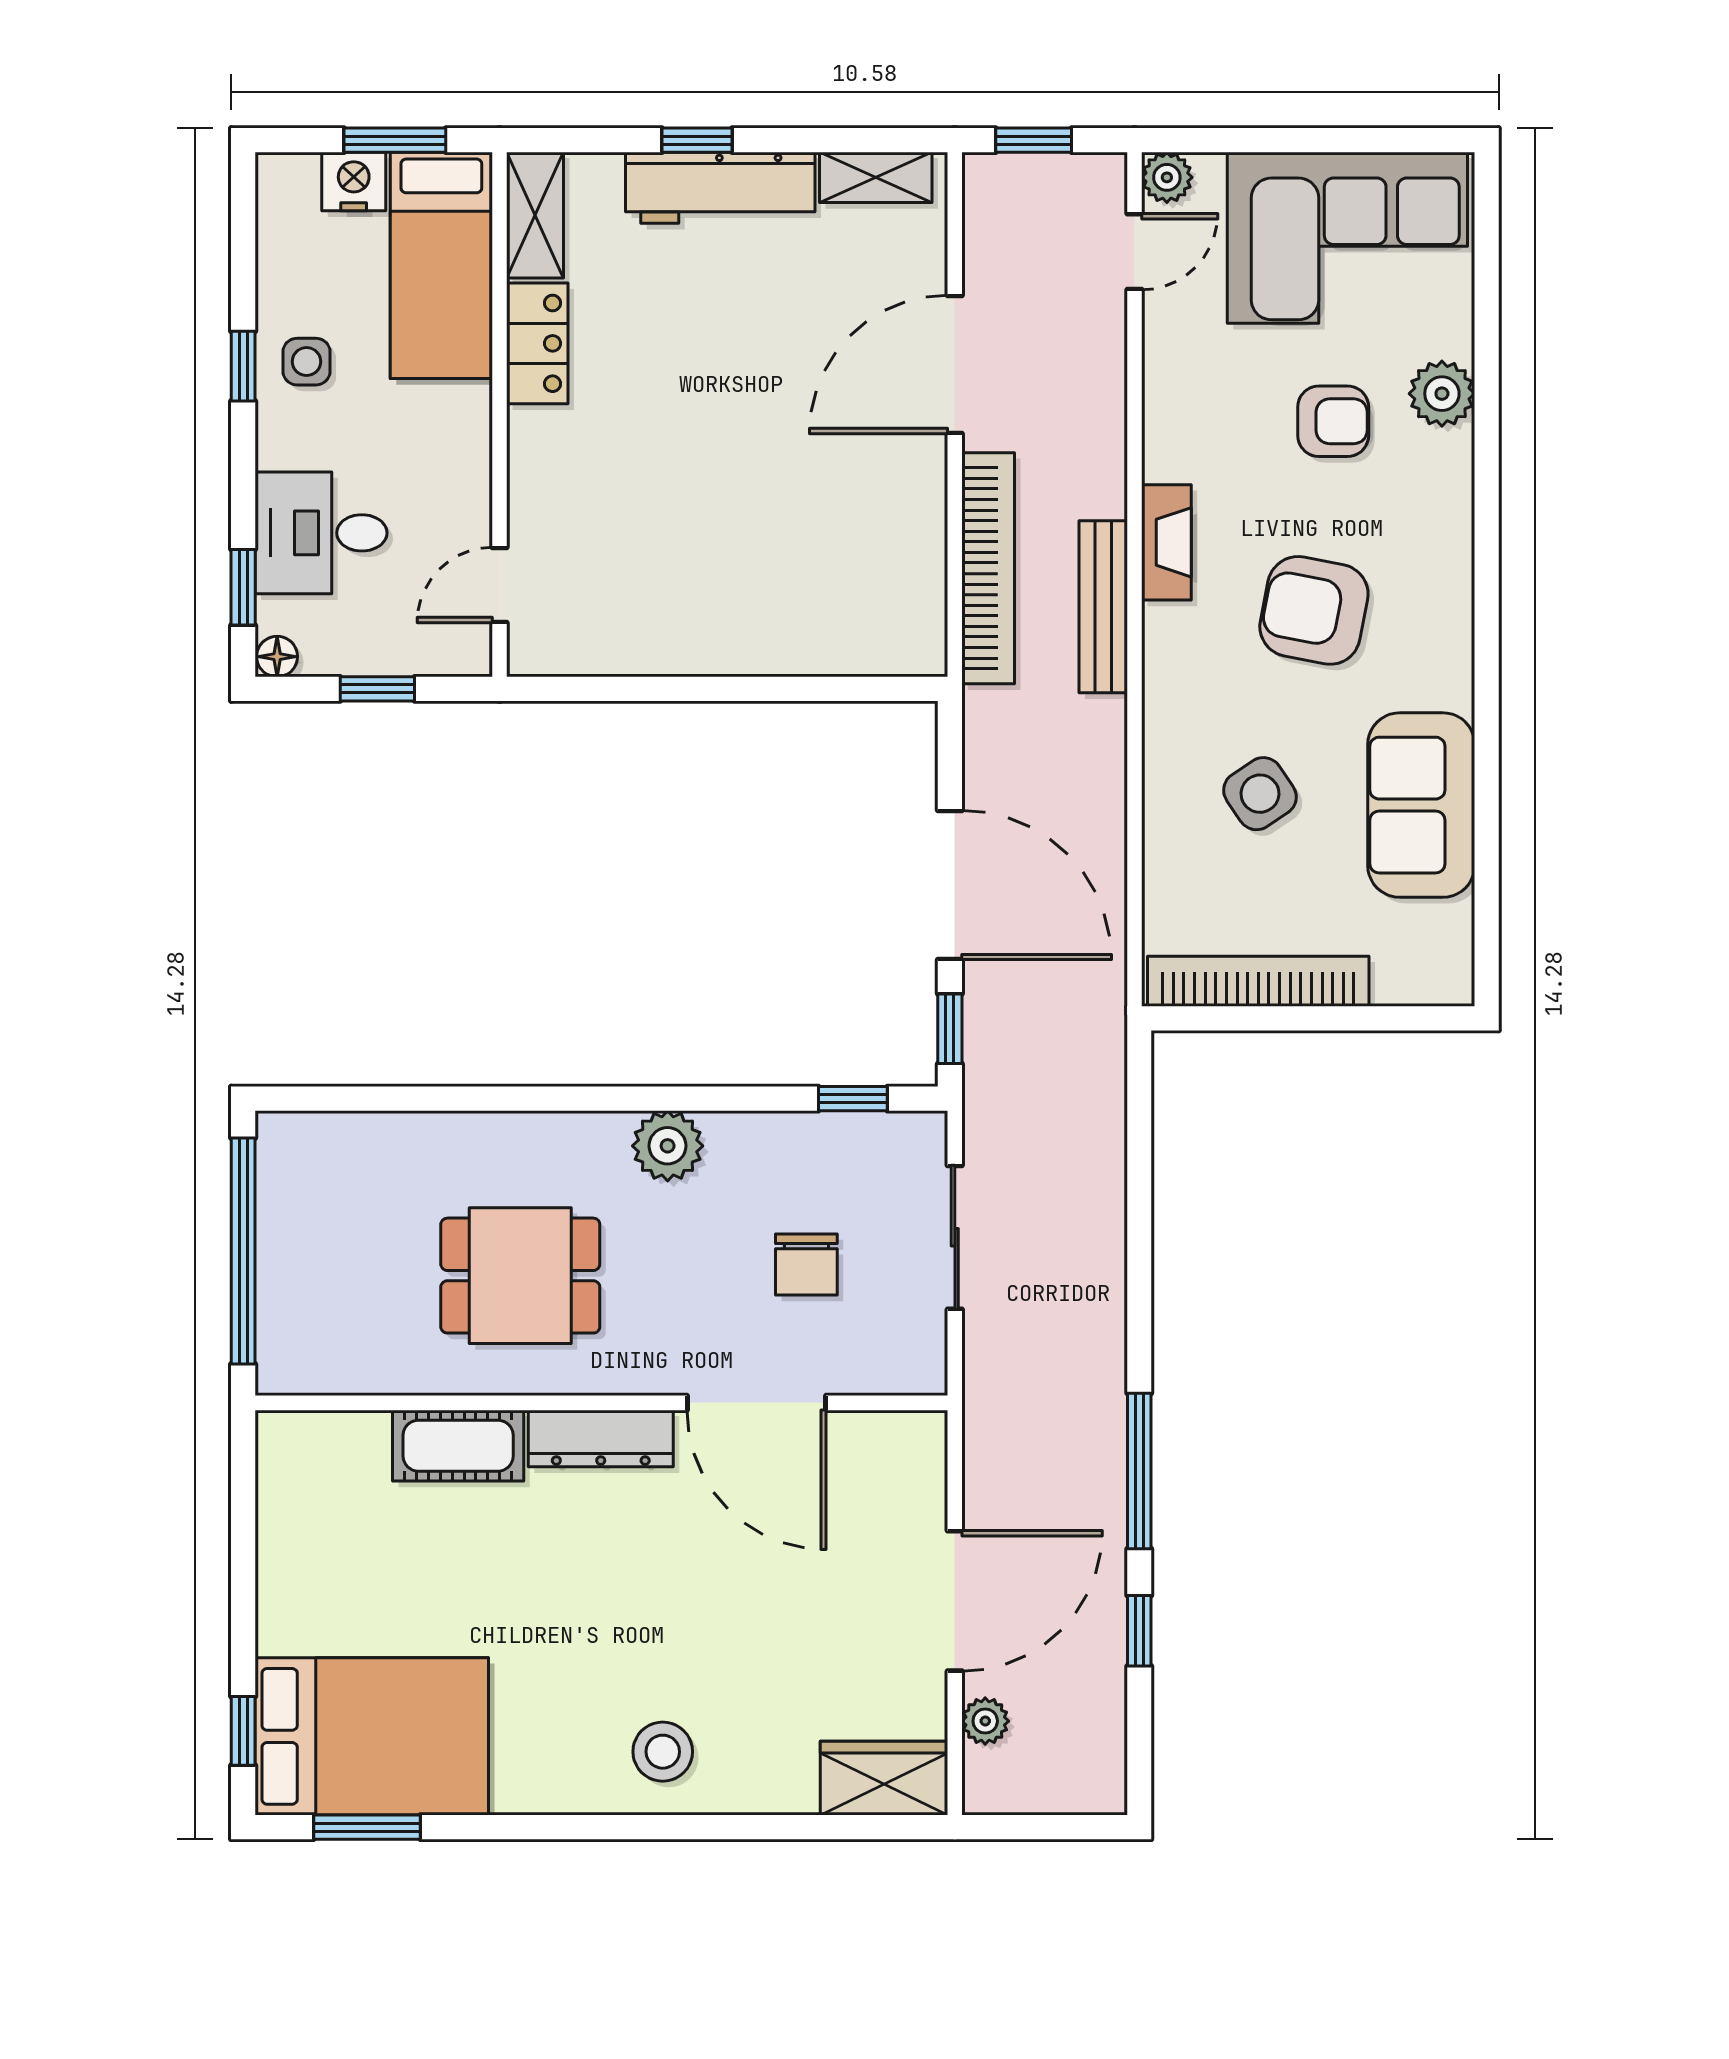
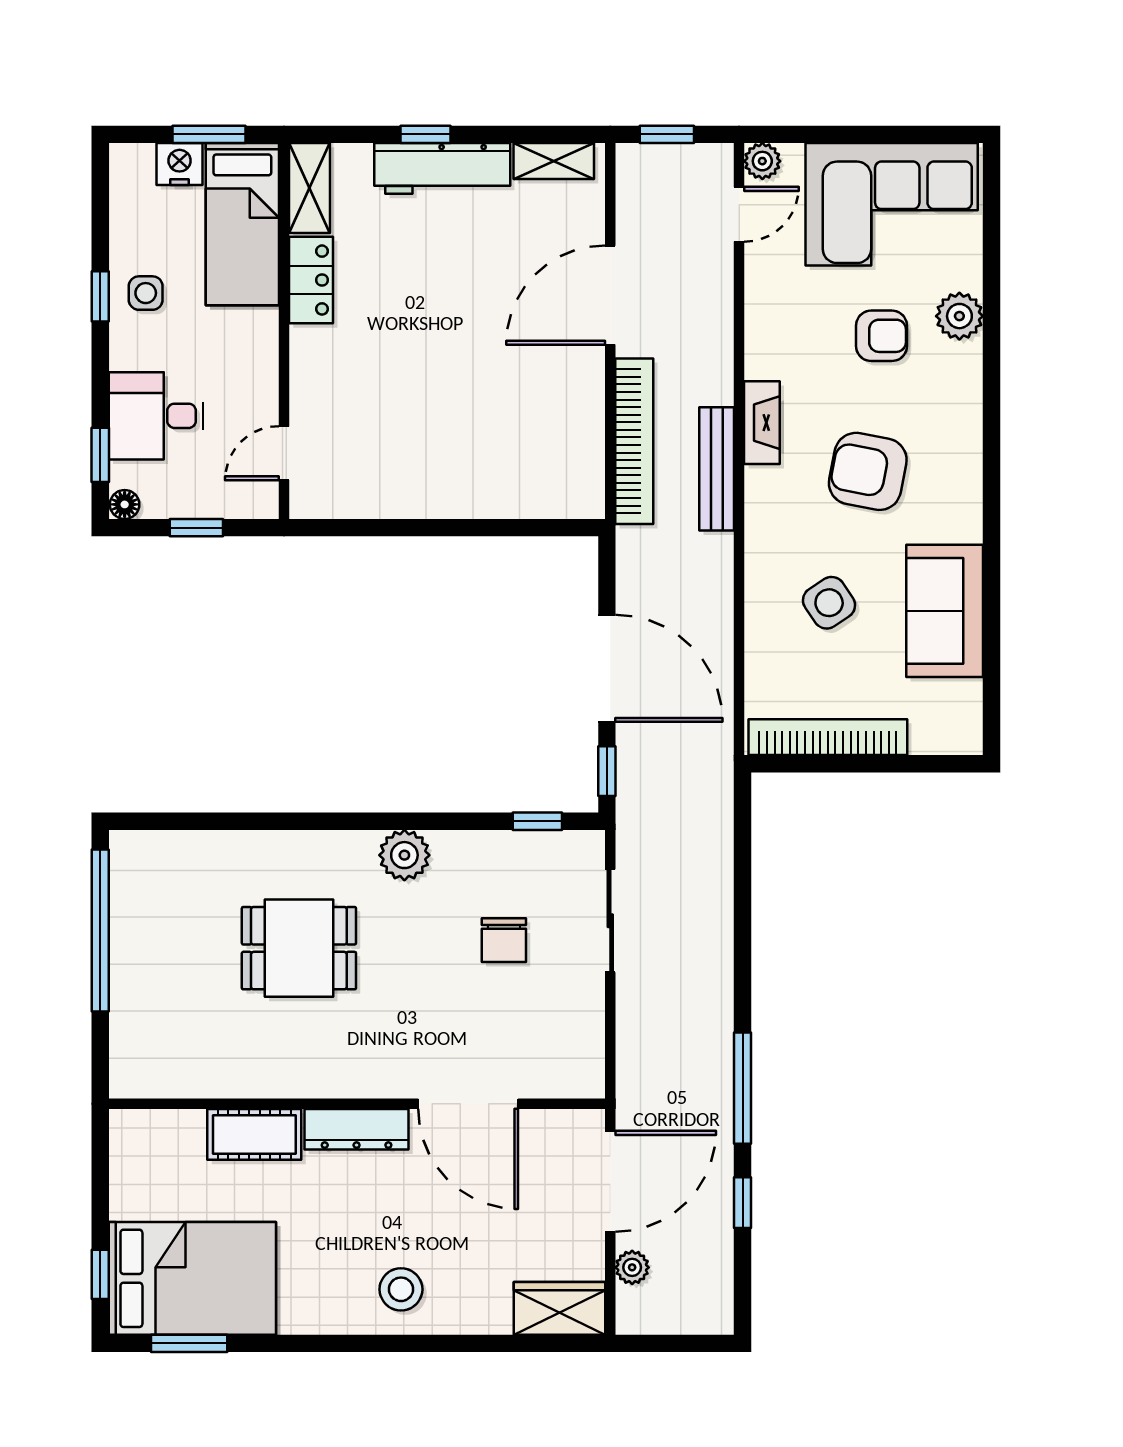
wall: (601, 1403) -> (357, 1104), moved
door: (756, 1403) -> (468, 1104), moved
dresser: (601, 1438) -> (357, 1129), moved
cot: (458, 1446) -> (254, 1134), moved

